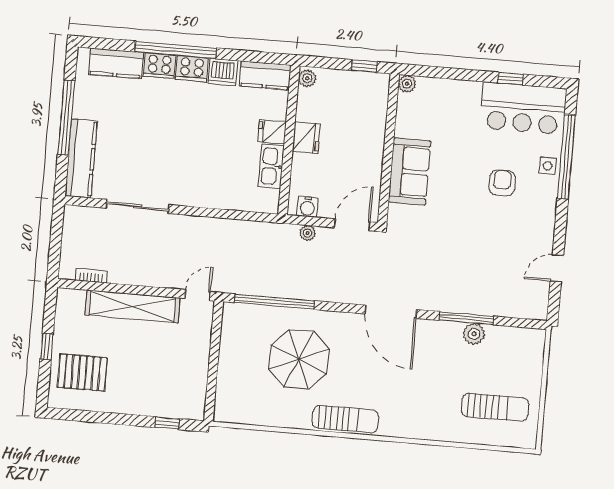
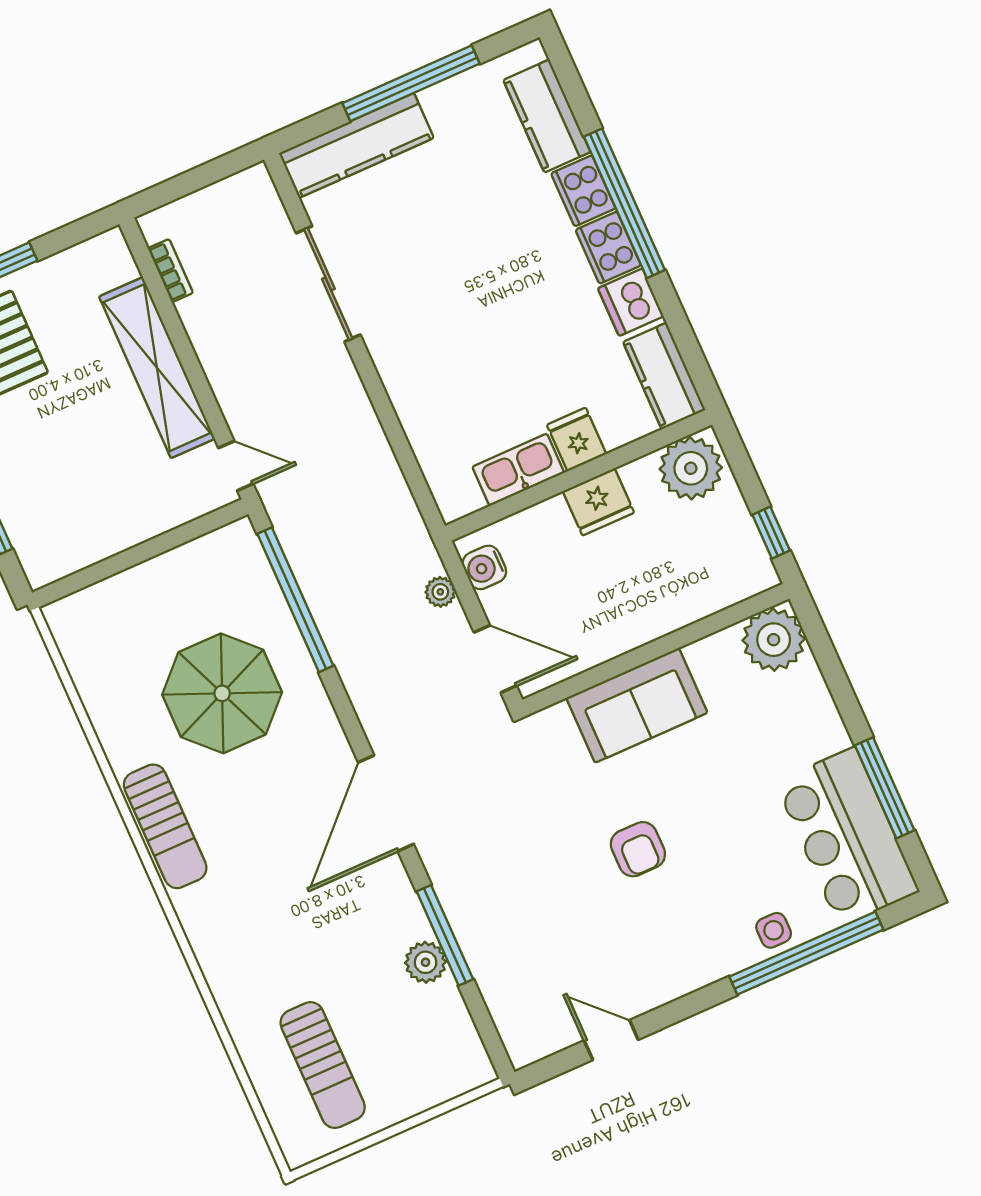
plant: (307, 78) -> (691, 468), width x1.87, depth x1.87
window: (510, 79) -> (885, 788), width x2.17
plant: (407, 84) -> (774, 640), width x1.87, depth x1.87
armchair: (502, 183) -> (638, 849), moved, turned 90

